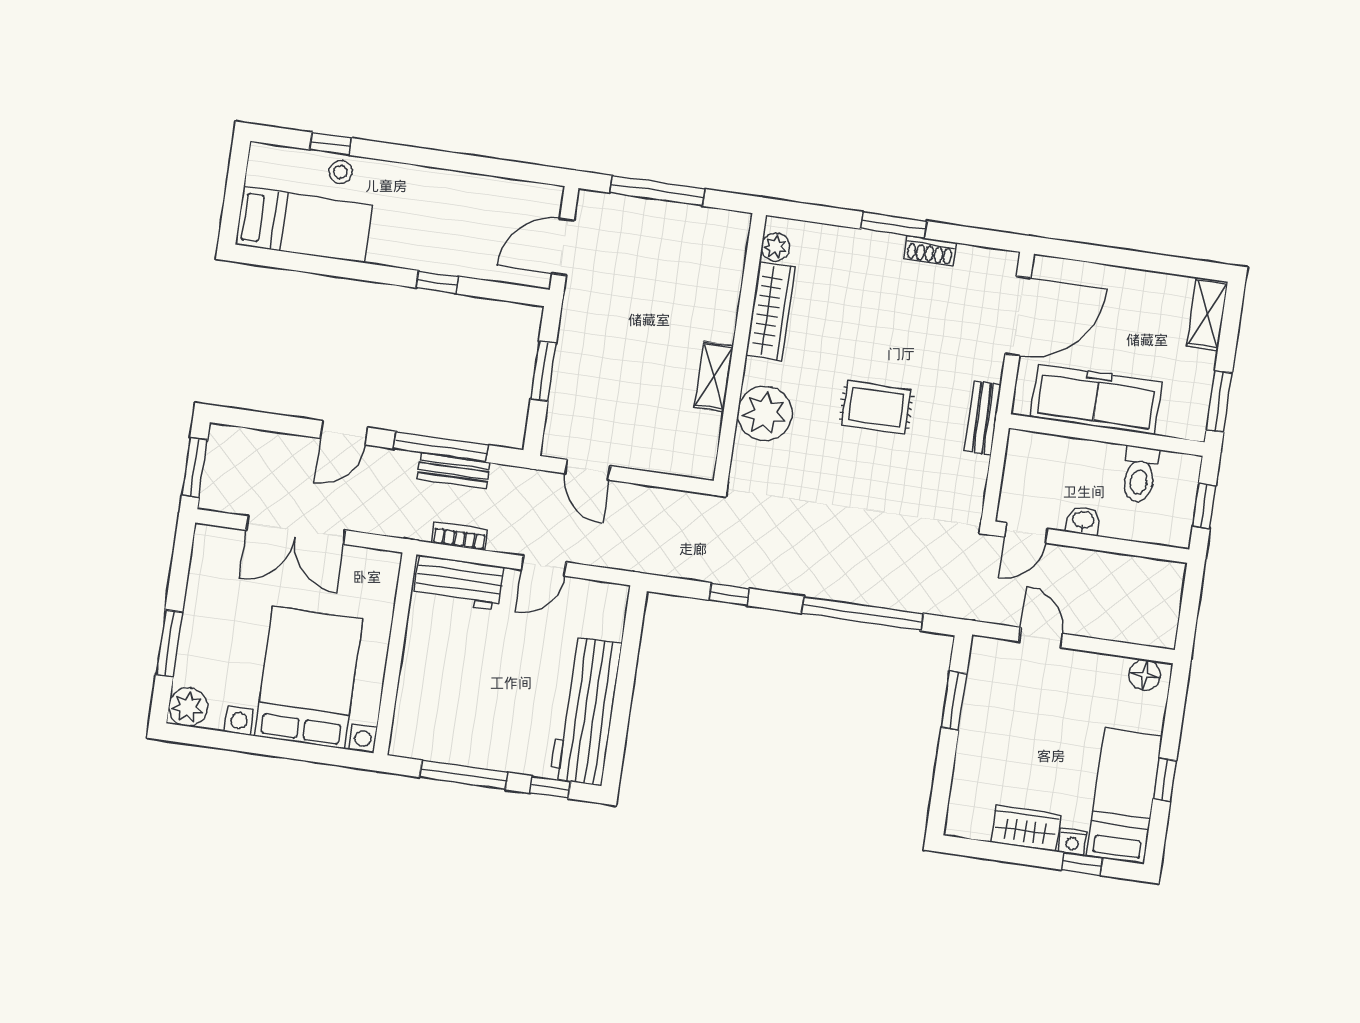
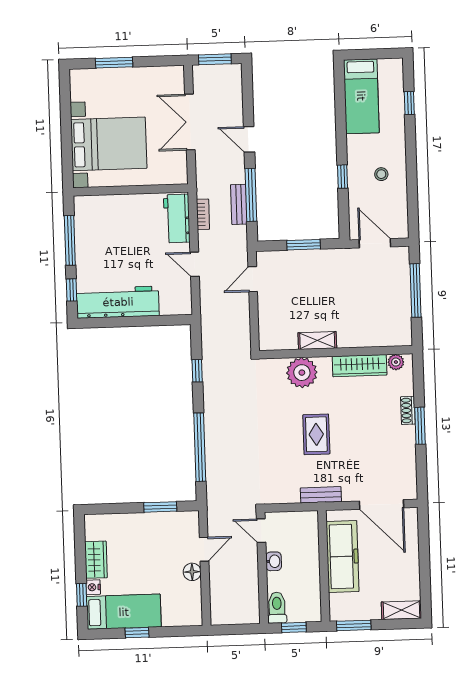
stool: (341, 172) -> (381, 174), moved
shoe rack: (930, 251) -> (408, 410), moved
toilet: (1140, 474) -> (277, 608), moved, turned 90
floor lamp: (1145, 675) -> (192, 572), moved
plant: (188, 707) -> (80, 79), removed

